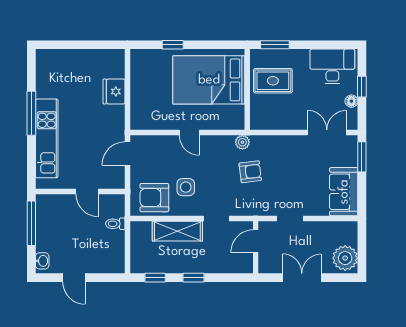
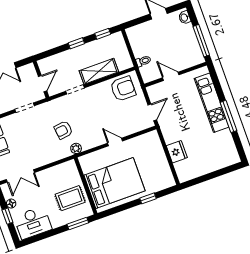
side table: (186, 187) -> (104, 104), removed

